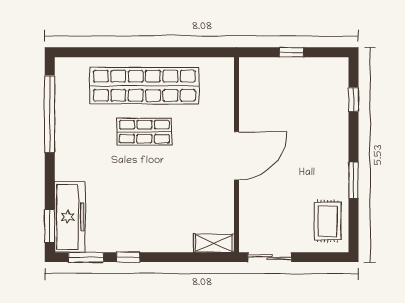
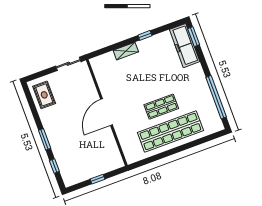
window: (354, 180) -> (45, 139), moved
shelving: (214, 243) -> (126, 51), moved
window: (86, 257) -> (168, 27), removed

